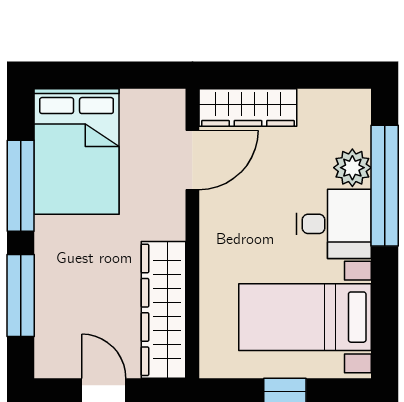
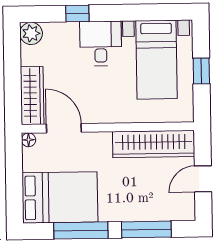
floor lamp: (174, 100) -> (29, 140), added
plant: (352, 168) -> (31, 33), moved
window: (385, 186) -> (77, 13), width x0.32

